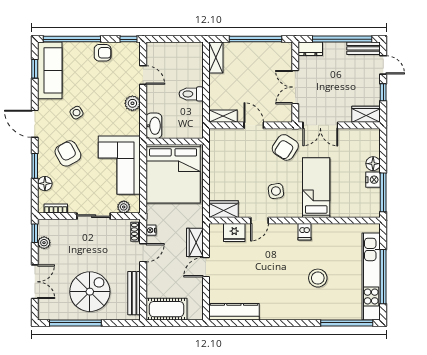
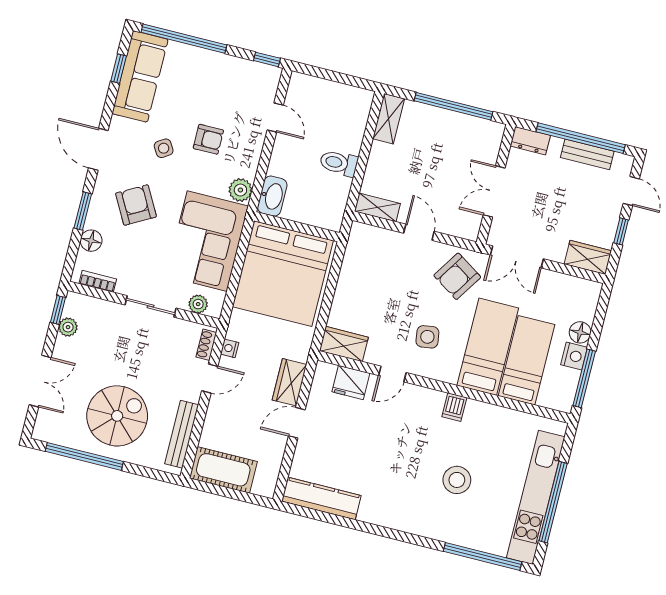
bench: (363, 48) -> (587, 154), moved
armchair: (103, 53) -> (208, 139), moved
plant: (132, 103) -> (240, 190), moved
bed: (343, 190) -> (526, 360), added

